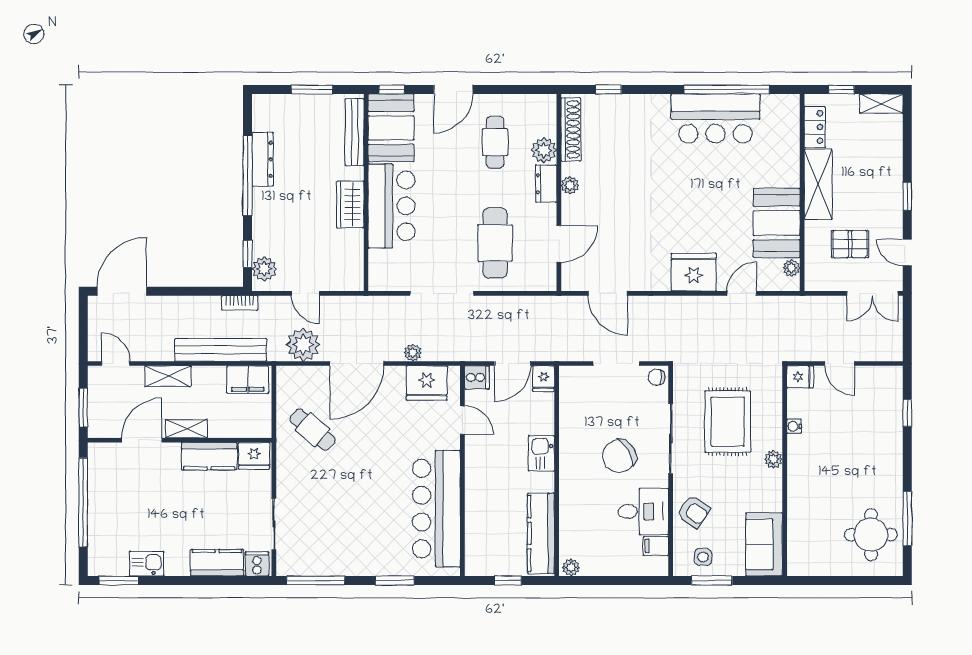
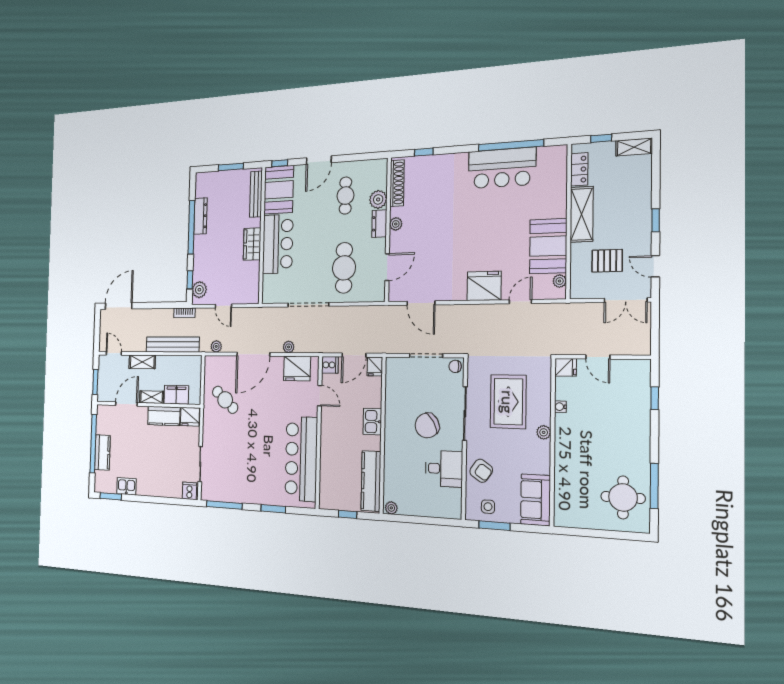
plant: (303, 345) -> (216, 346), width x0.53, depth x0.53
filing cabinet: (248, 380) -> (176, 395), moved, turned 180
filing cabinet: (656, 546) -> (453, 496), removed
kitchen counter: (217, 563) -> (102, 453), moved, turned 90

